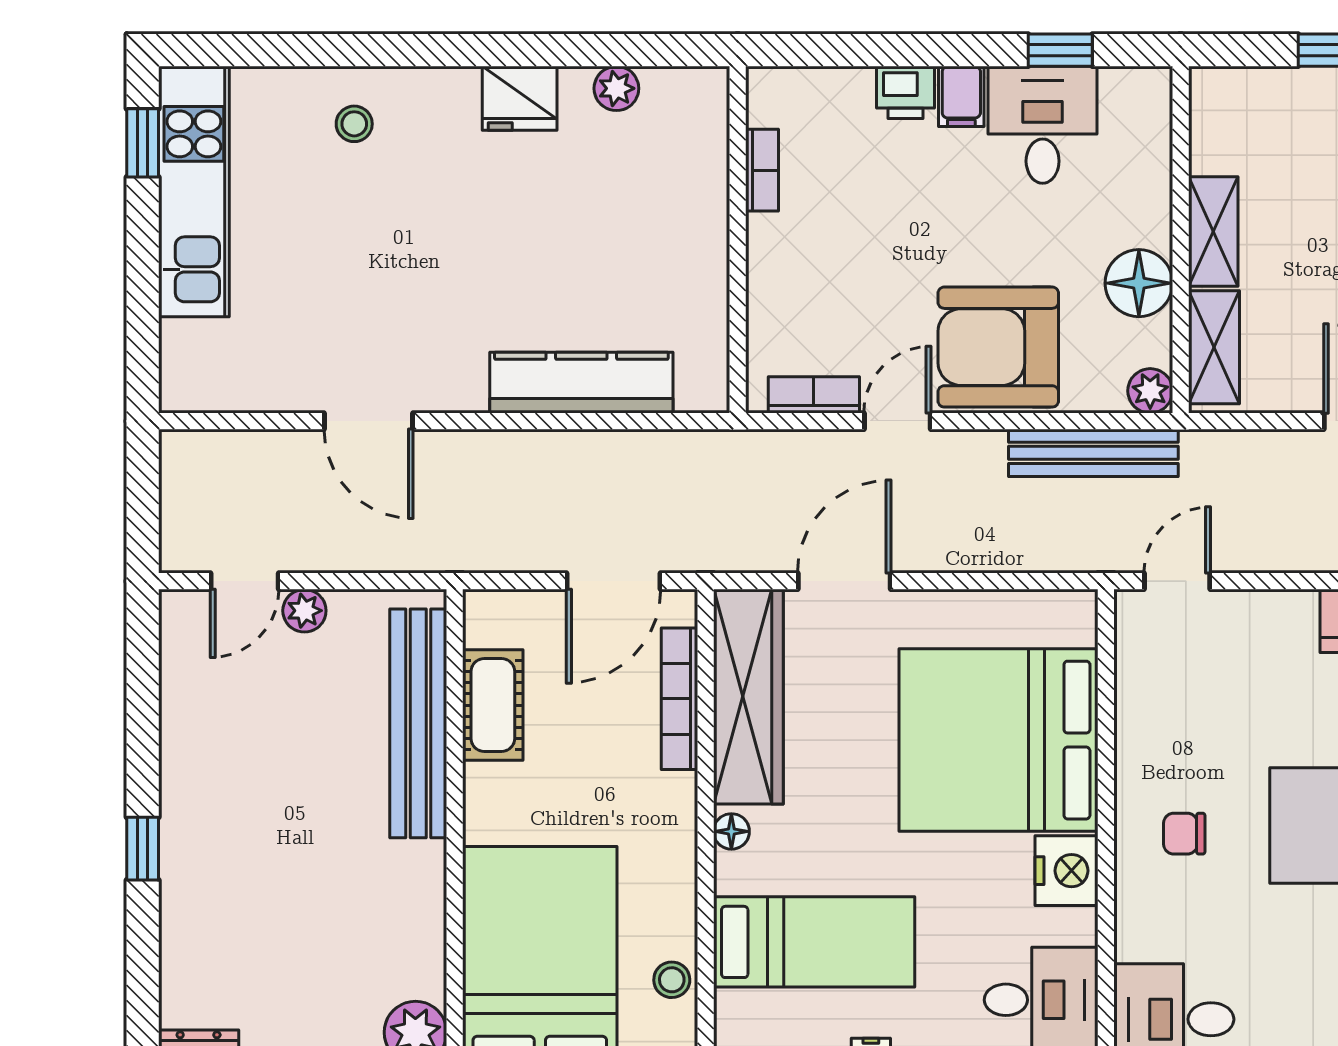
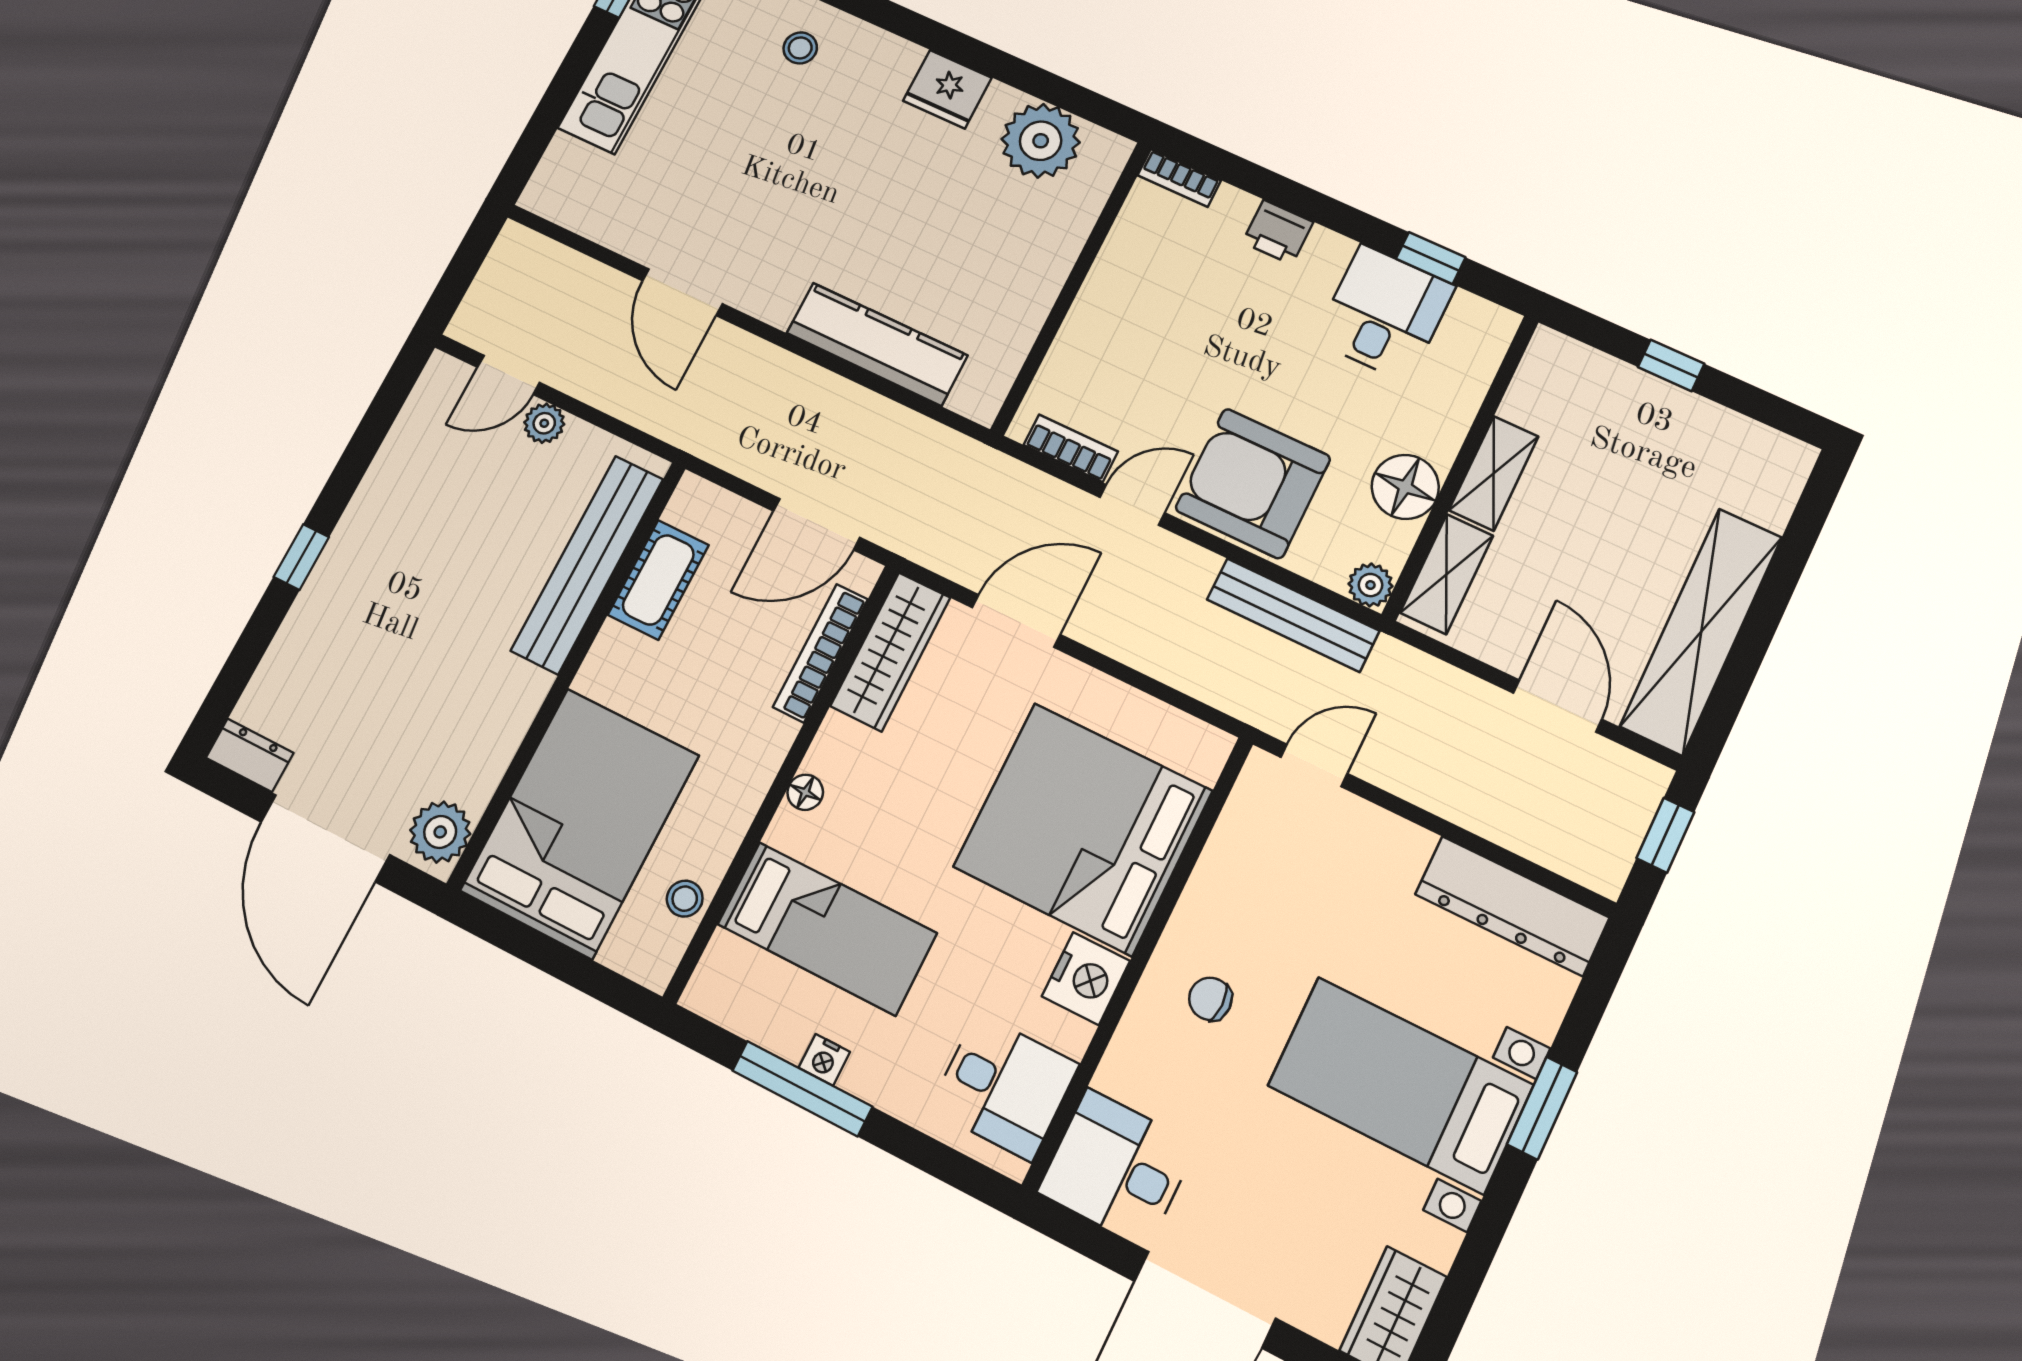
plant: (616, 88) -> (1041, 141), width x1.88, depth x1.88
filing cabinet: (961, 96) -> (1325, 257), removed
bookcase: (762, 170) -> (1179, 178), moved, turned 90
wardrobe: (748, 697) -> (890, 652), width x0.71, depth x0.85

